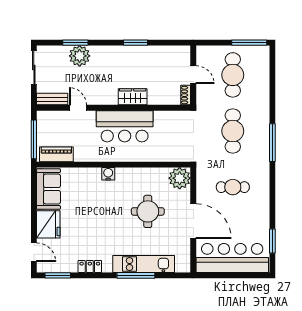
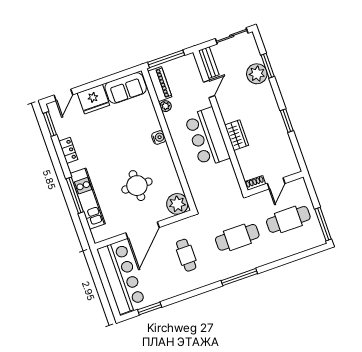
plant: (80, 156) -> (166, 106), added

